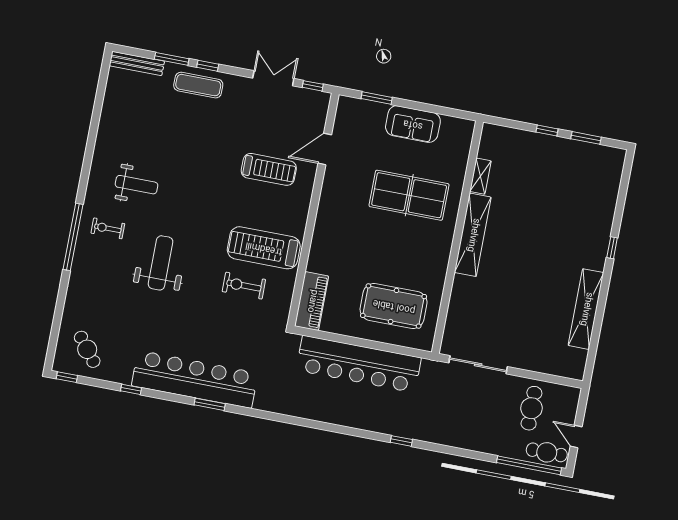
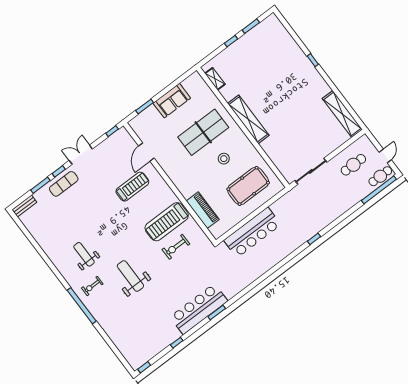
bench: (137, 63) -> (24, 206), width x0.73
double door: (273, 78) -> (81, 155), moved
shelving: (480, 176) -> (215, 79), moved
weight bench: (136, 185) -> (84, 254), turned -90
stool: (400, 248) -> (224, 159), added
piano: (312, 301) -> (203, 210), moved
shelving: (586, 309) -> (342, 114), moved
cafe table: (87, 349) -> (140, 346), removed
bar counter: (359, 364) -> (252, 233), width x0.73
bar counter: (195, 379) -> (199, 309), width x0.73
cafe table: (531, 408) -> (353, 165), turned 90
door: (576, 437) -> (385, 156), swing flipped

